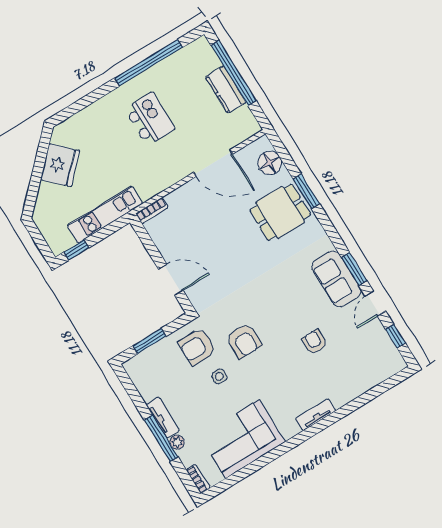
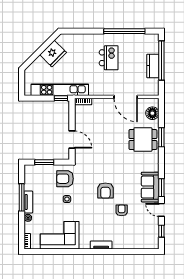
kitchen unit: (105, 215) -> (60, 90), width x1.36
window: (76, 250) -> (61, 98), moved
door: (375, 304) -> (161, 210), hinge flipped
armchair: (244, 341) -> (105, 191), moved
window: (161, 438) -> (22, 197), moved

